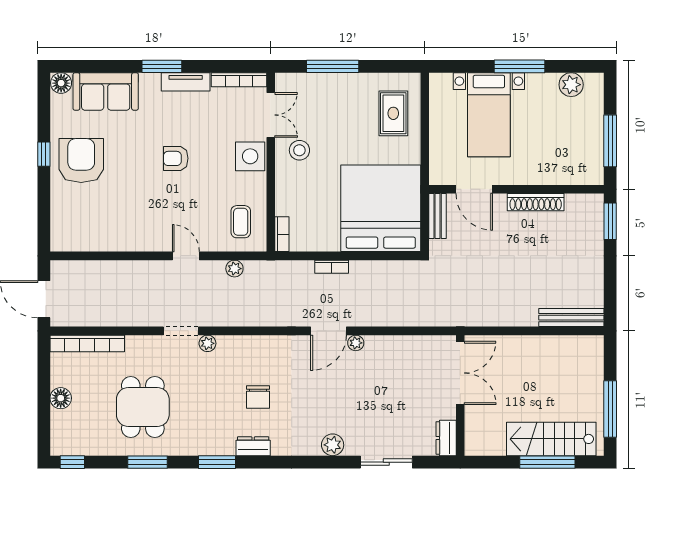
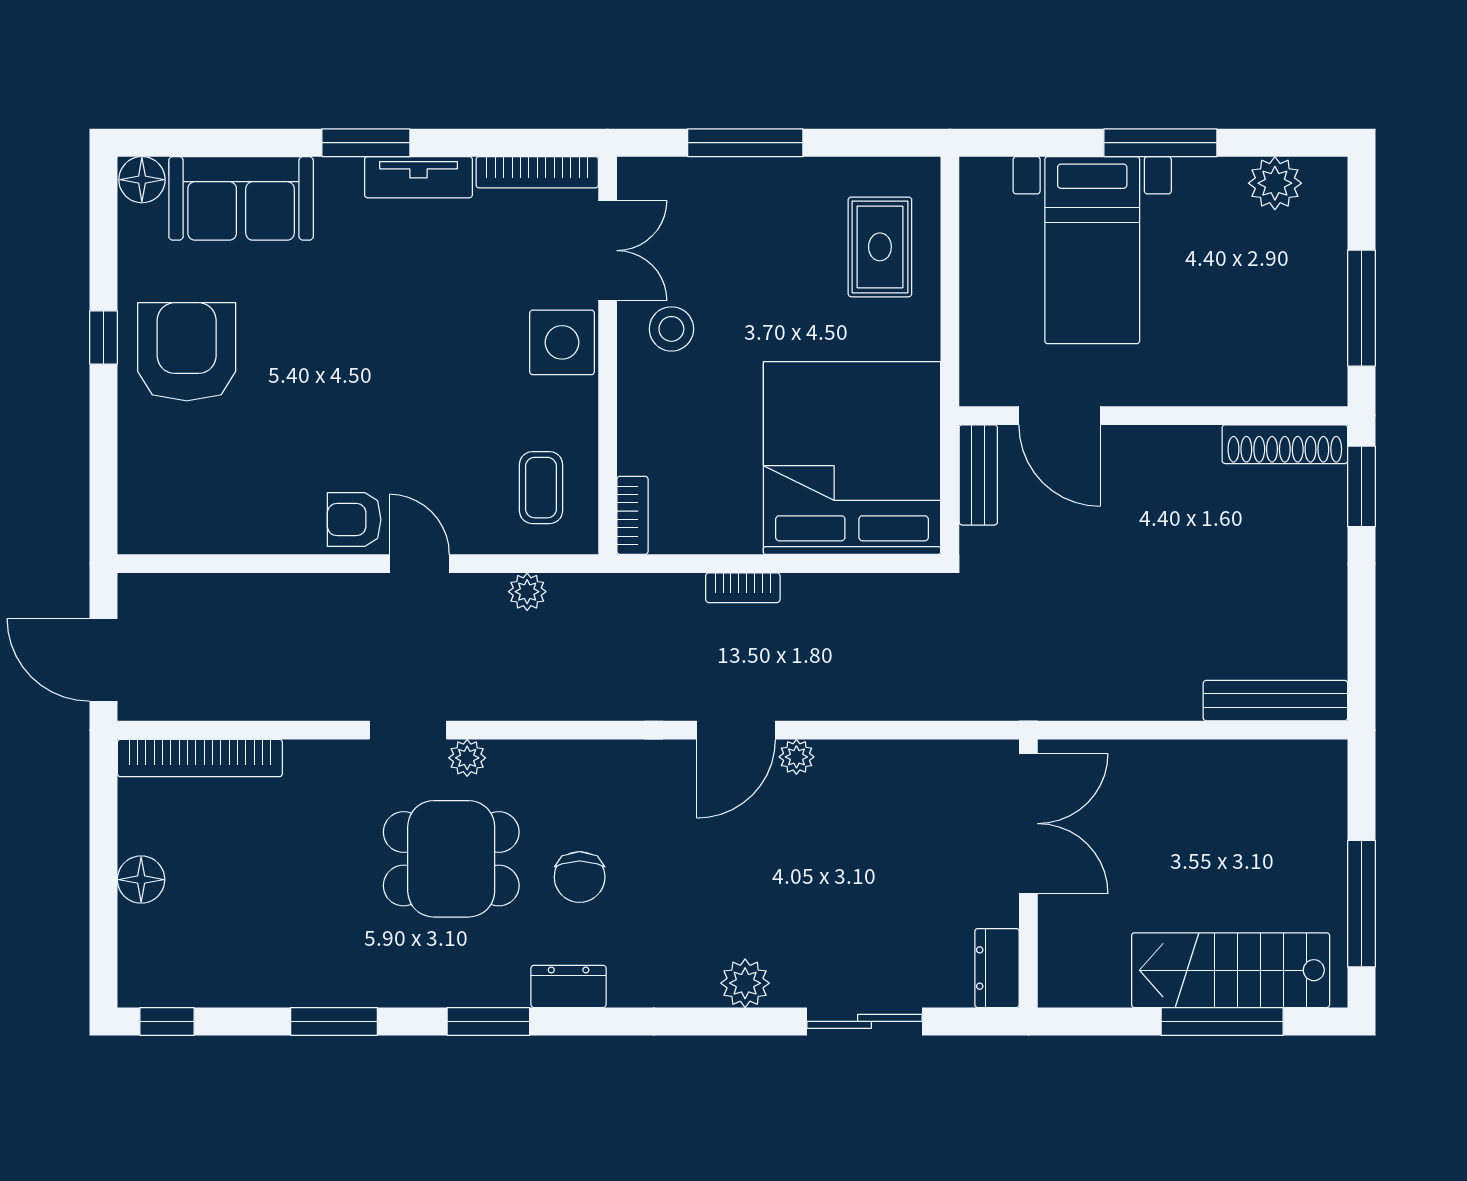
armchair: (176, 158) -> (354, 520), moved
shoe rack: (536, 202) -> (1285, 444), moved
dining table: (143, 407) -> (451, 859), moved, turned 90

